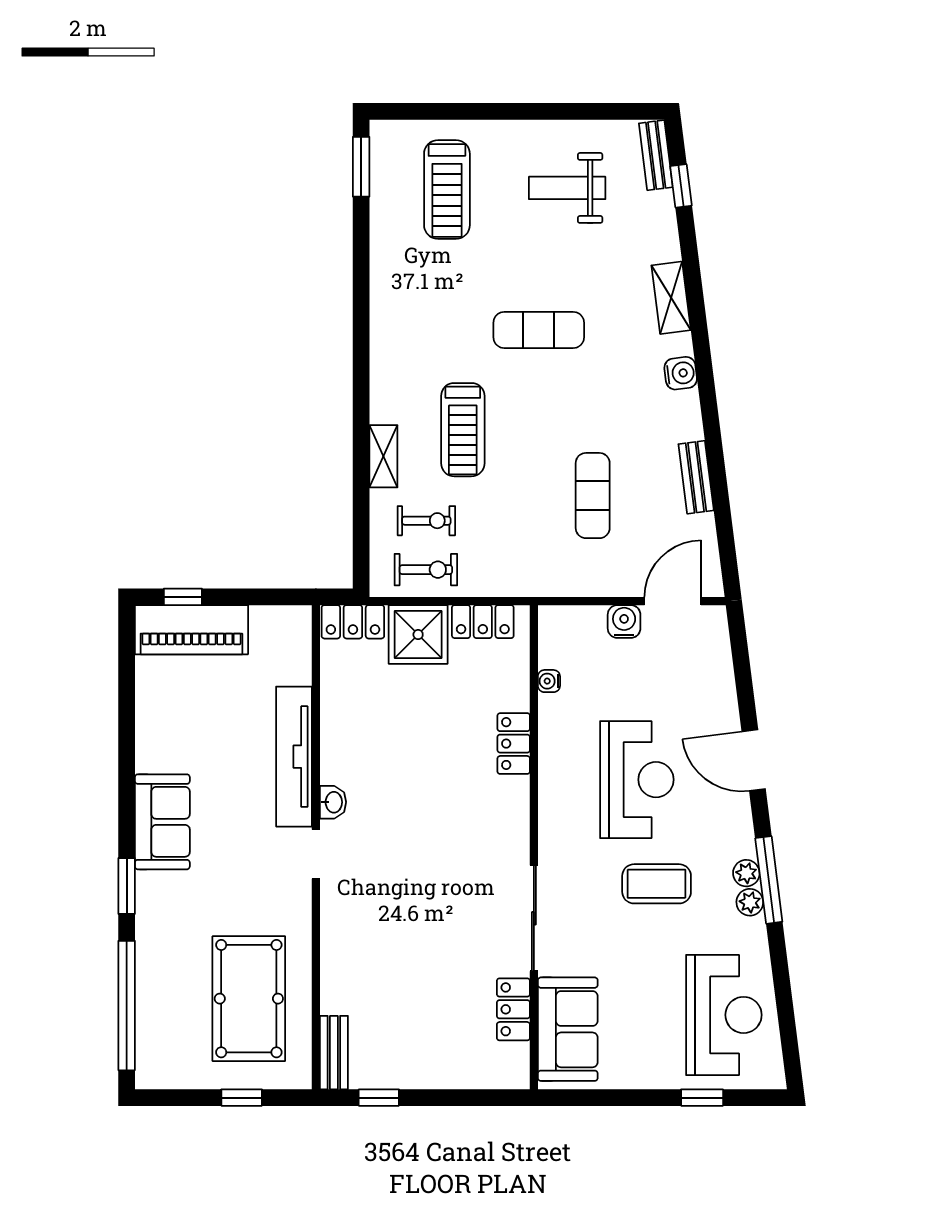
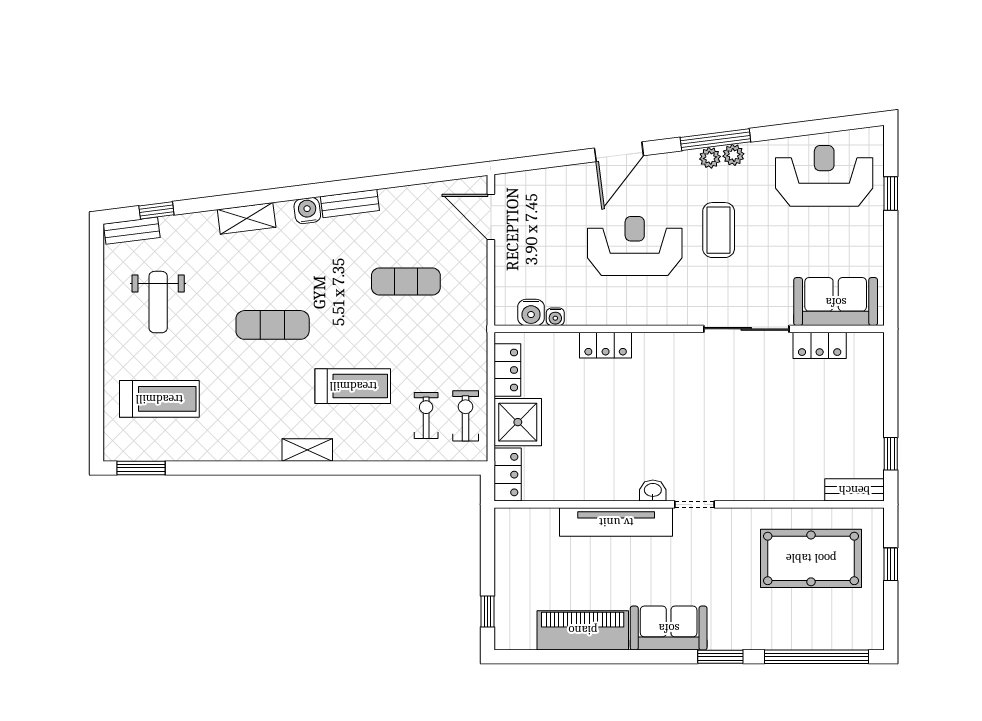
exercise mat: (539, 330) -> (273, 325), turned 90
shelving: (383, 456) -> (307, 450), moved
bench: (696, 477) -> (350, 204), moved
water cooler: (624, 622) -> (531, 312), moved, turned -90
piano: (191, 630) -> (583, 630), moved, turned -90

